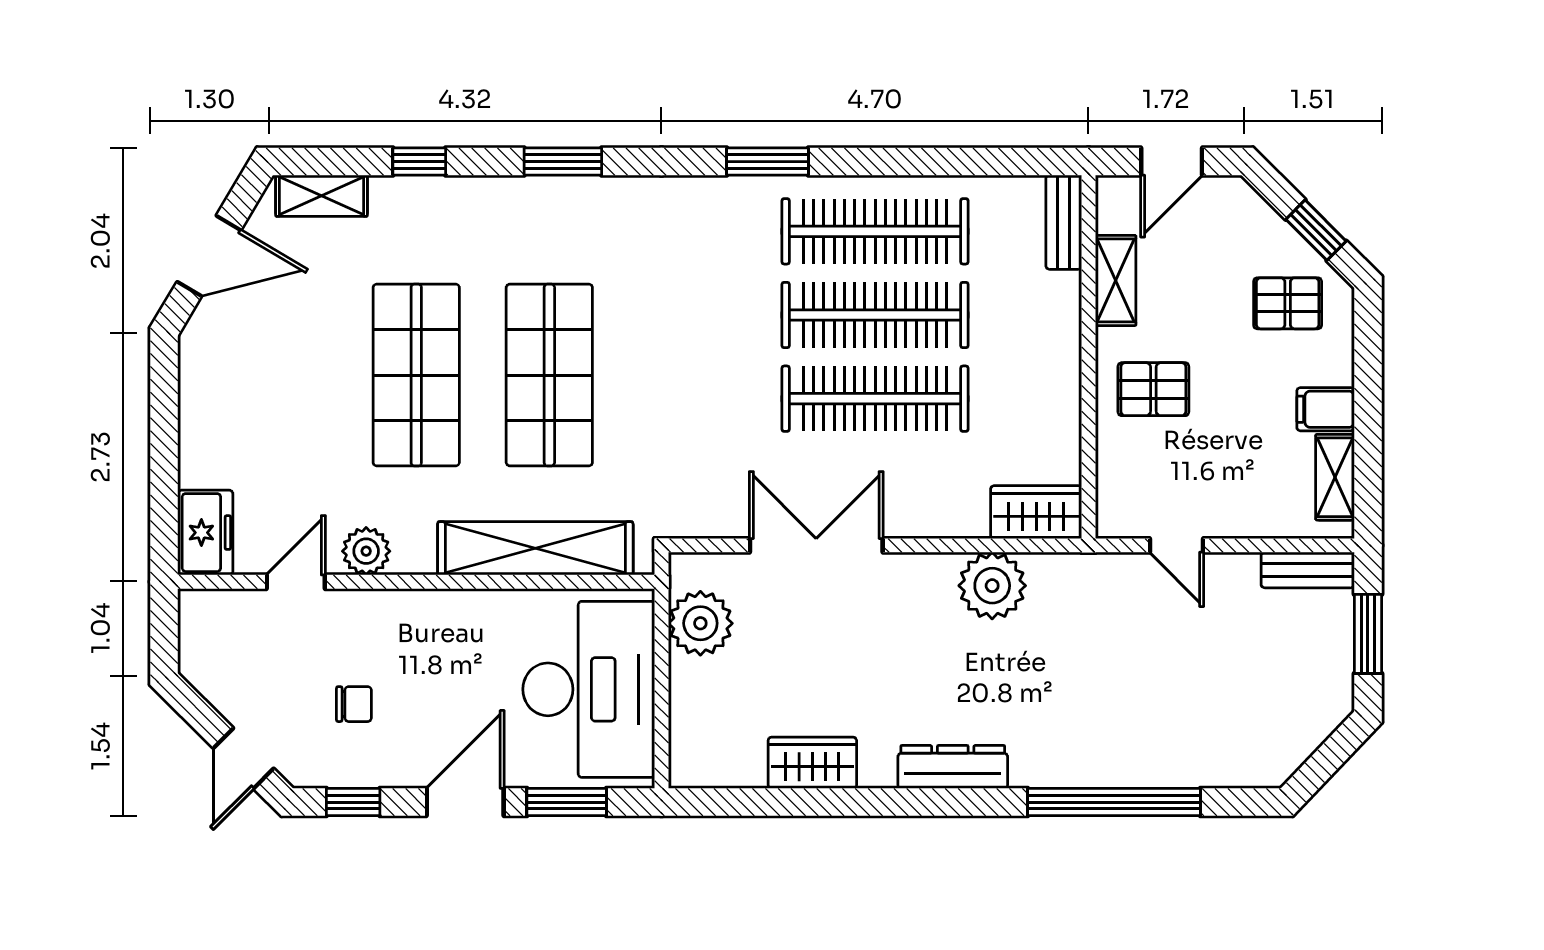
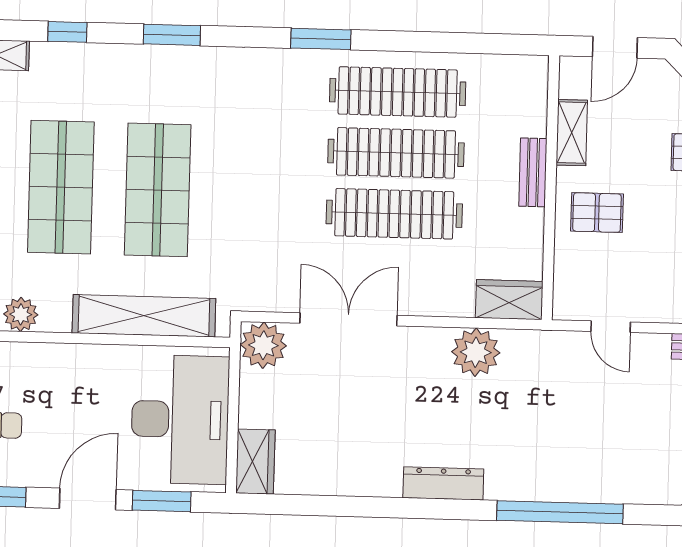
bench: (1064, 222) -> (533, 172), moved
plant: (700, 623) -> (263, 345), moved
wardrobe: (812, 763) -> (255, 462), moved, turned 90

